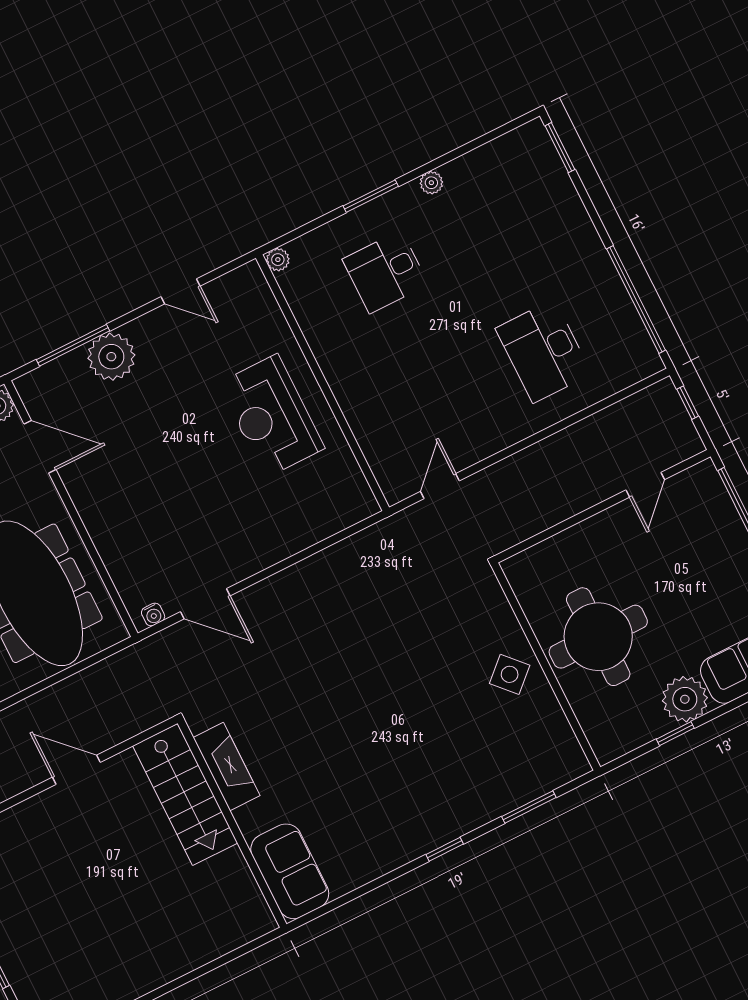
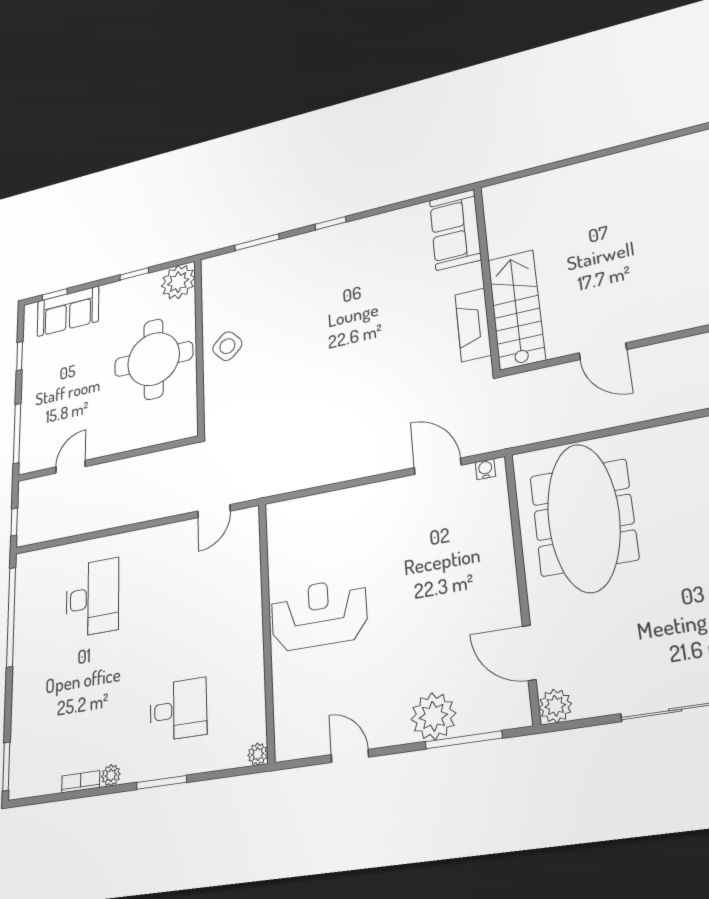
bookcase: (463, 164) -> (81, 782), added
reception desk: (271, 416) -> (319, 614), turned -90
plant: (685, 699) -> (178, 282), moved

